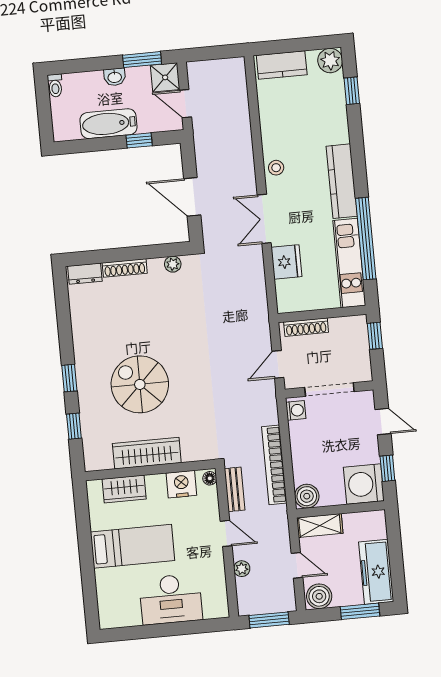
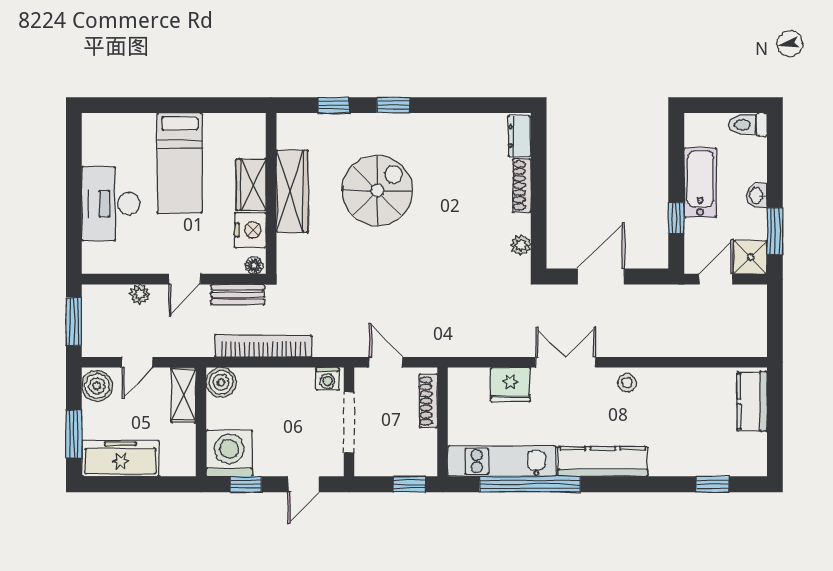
plant: (330, 61) -> (752, 461), removed
toilet: (55, 86) -> (748, 125), width x1.37, depth x1.39
wardrobe: (124, 489) -> (251, 185), moved

